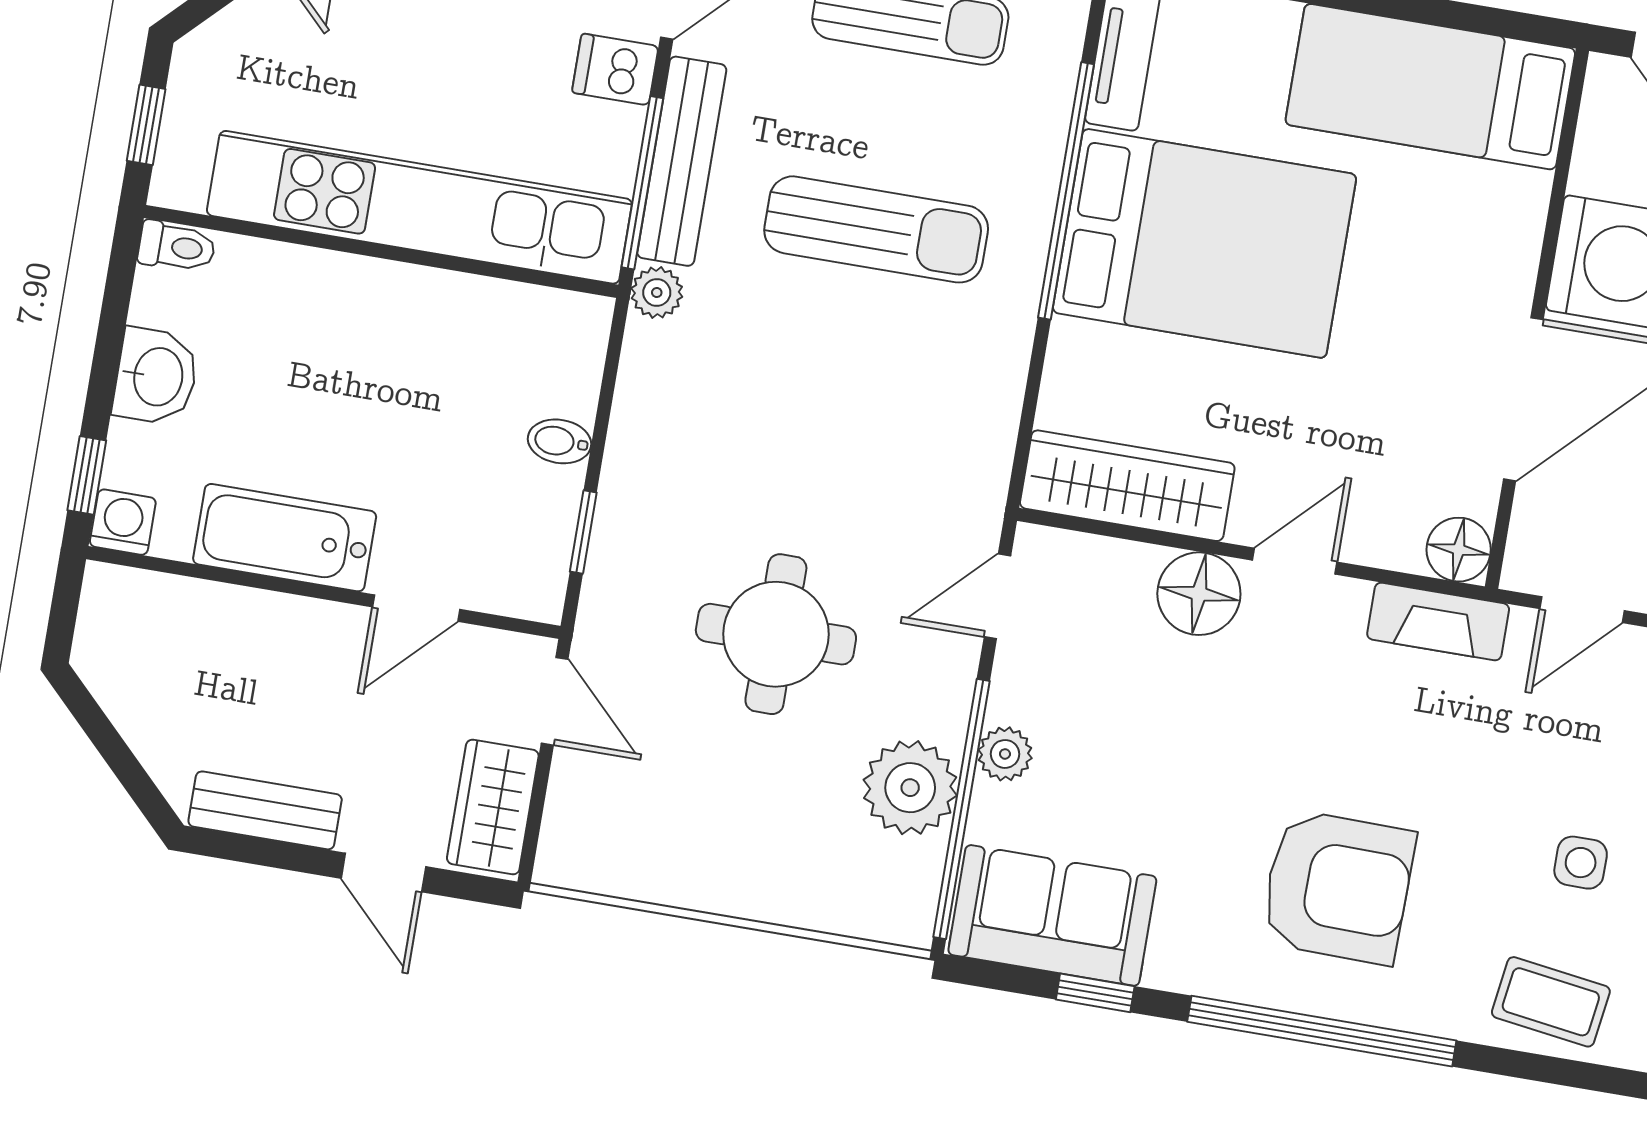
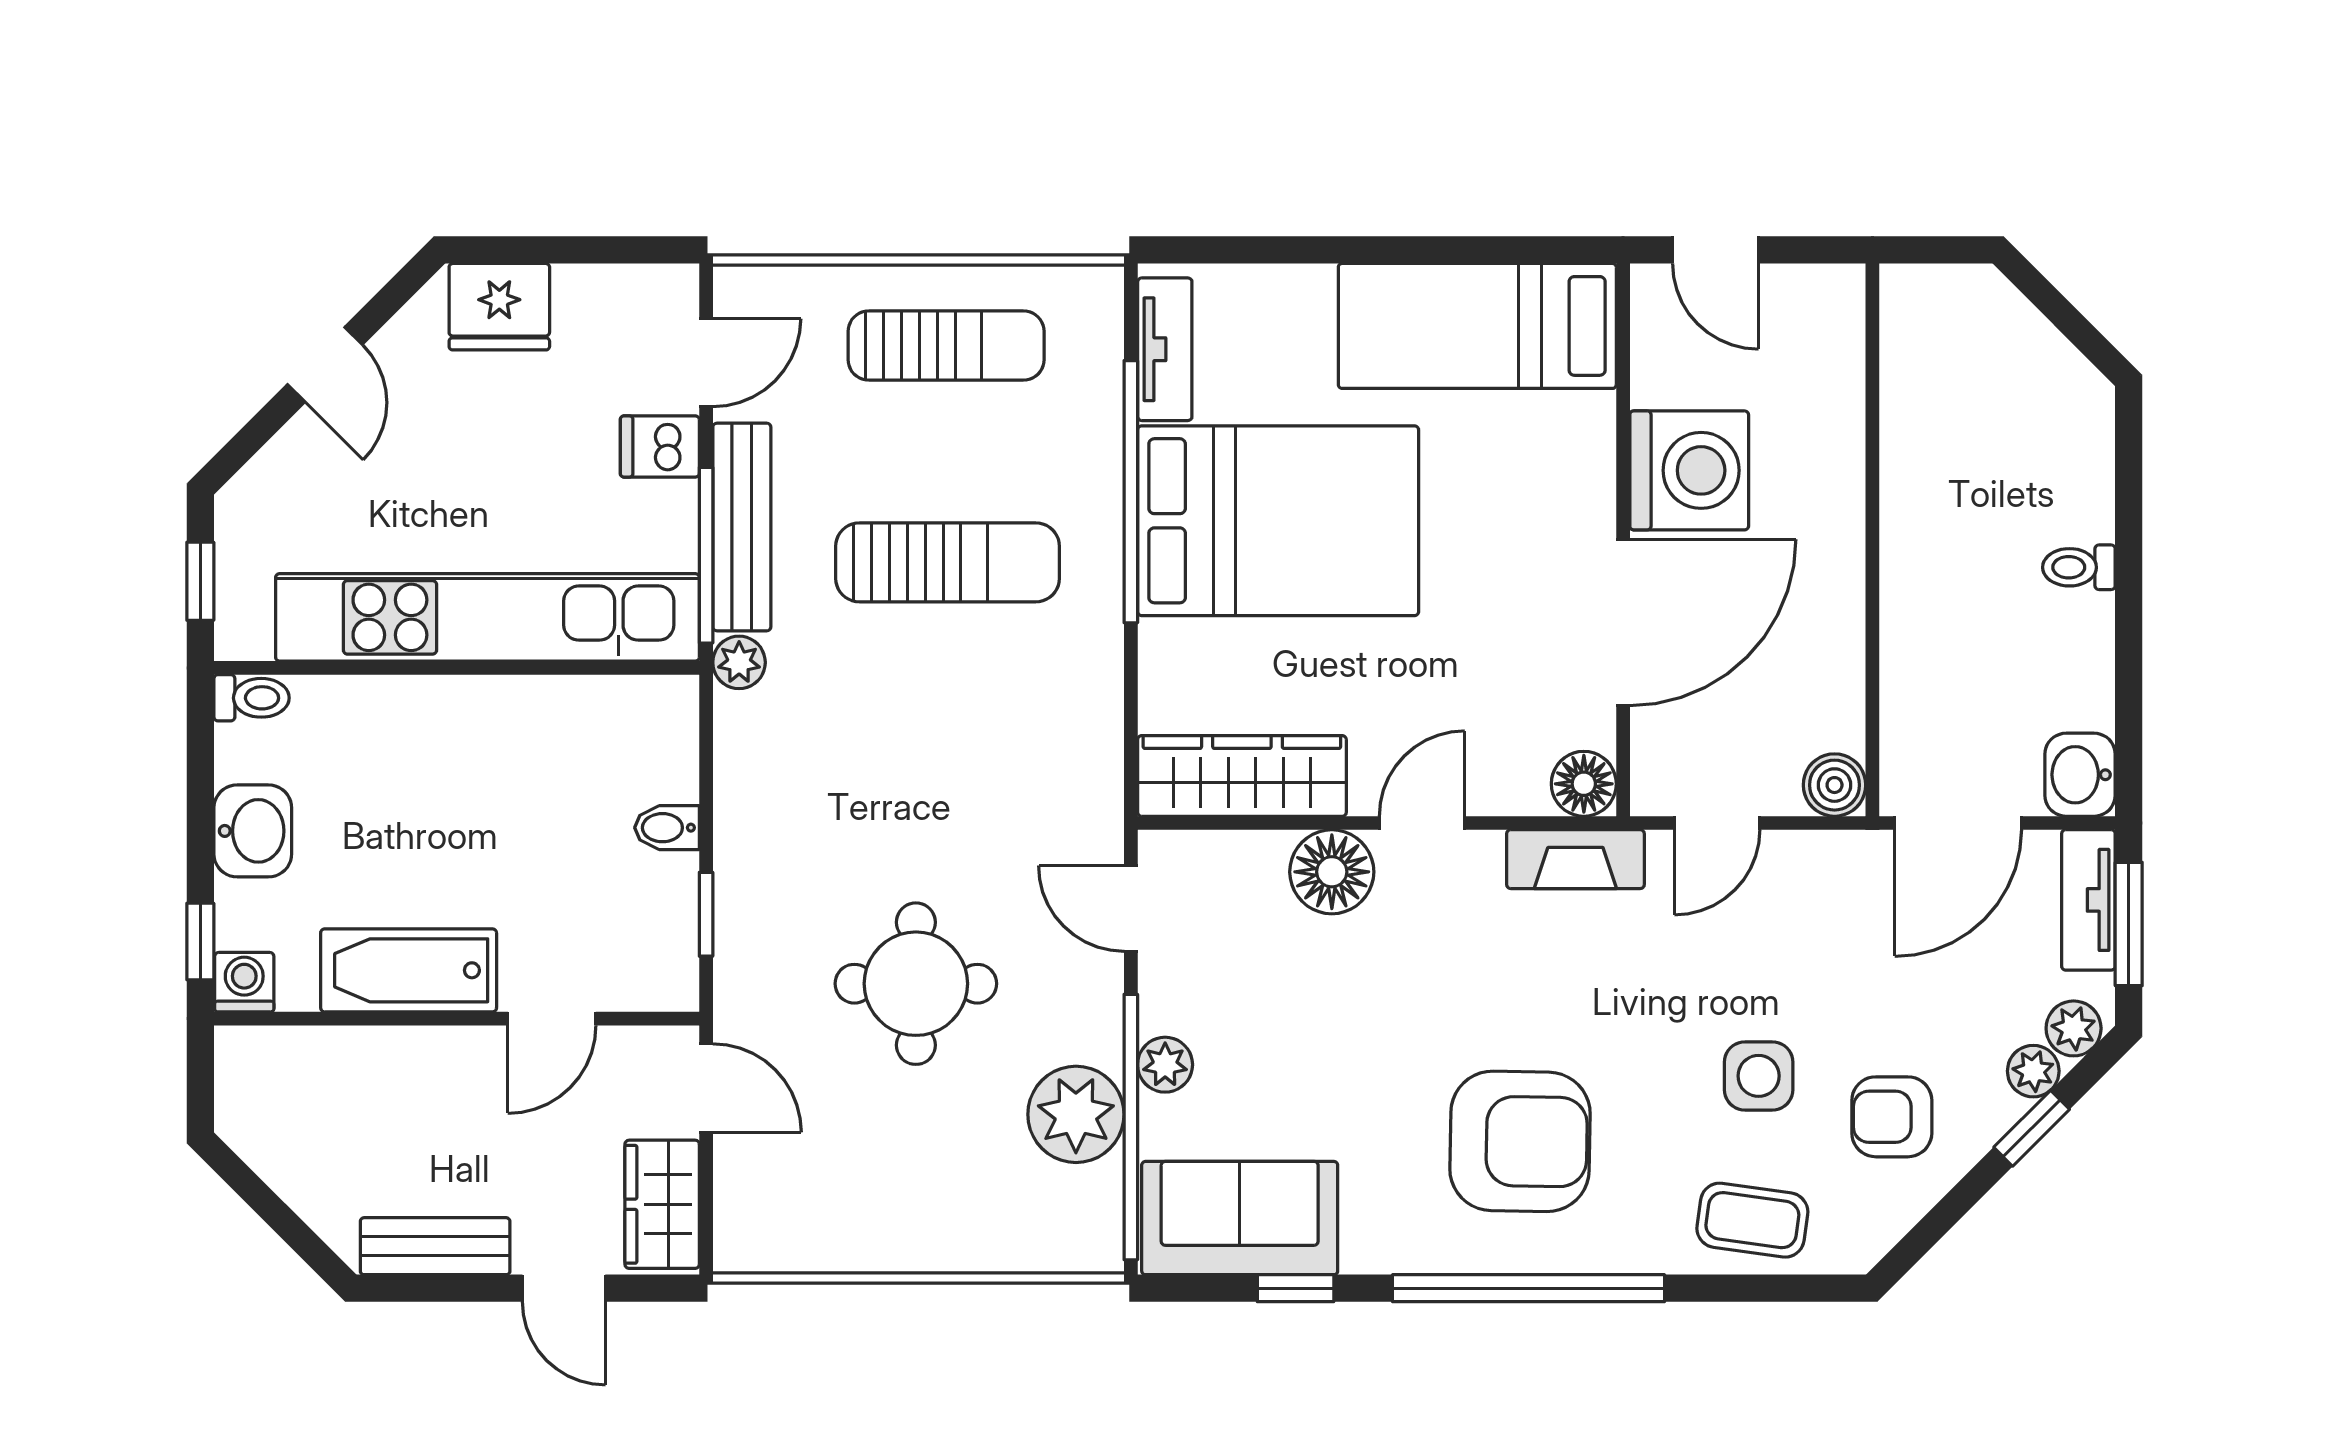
door: (997, 596) -> (1131, 909), hinge flipped
side table: (1581, 863) -> (1759, 1076), width x1.37, depth x1.37

